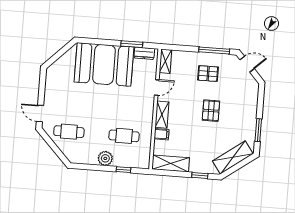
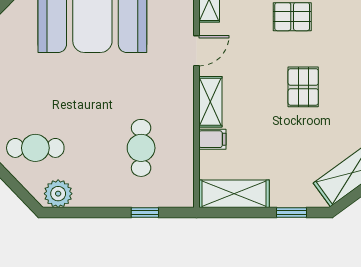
cafe table: (124, 136) -> (141, 148), turned 90
plant: (105, 158) -> (58, 194), moved

